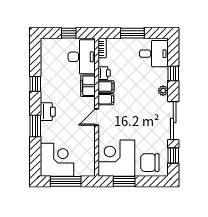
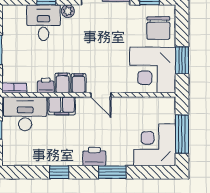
desk: (154, 54) -> (43, 23), moved

